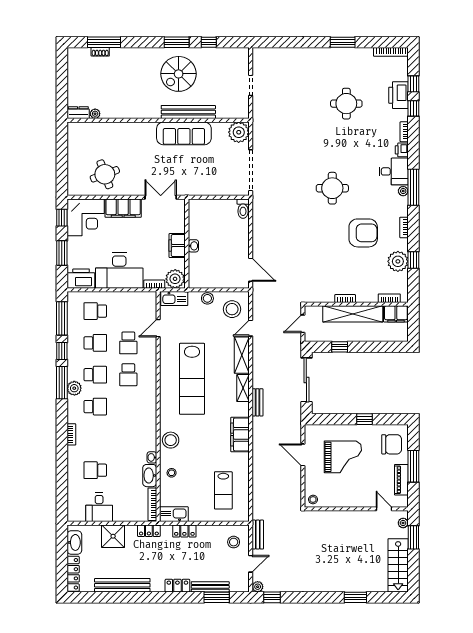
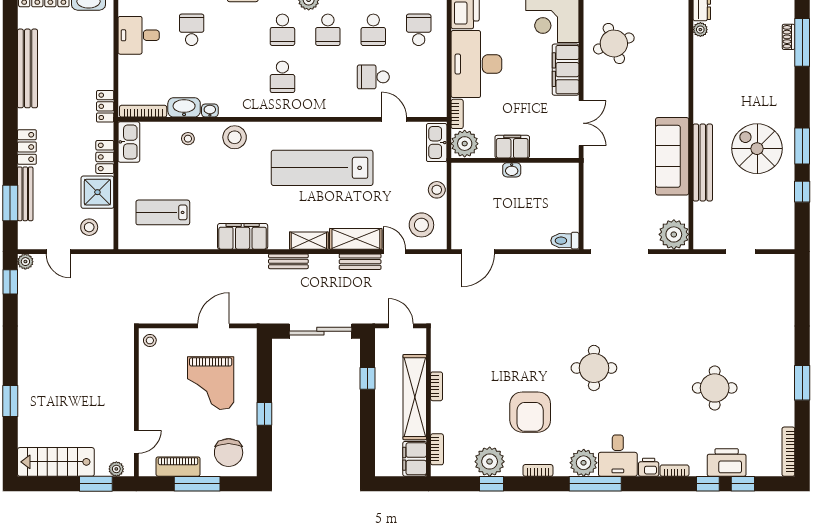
plant: (403, 191) -> (584, 463), width x1.87, depth x1.87
school desk: (128, 375) -> (282, 77), moved, turned -90
bench: (258, 535) -> (360, 262), moved
shower: (113, 536) -> (97, 192), moved

